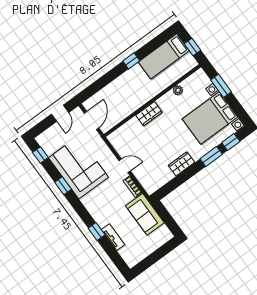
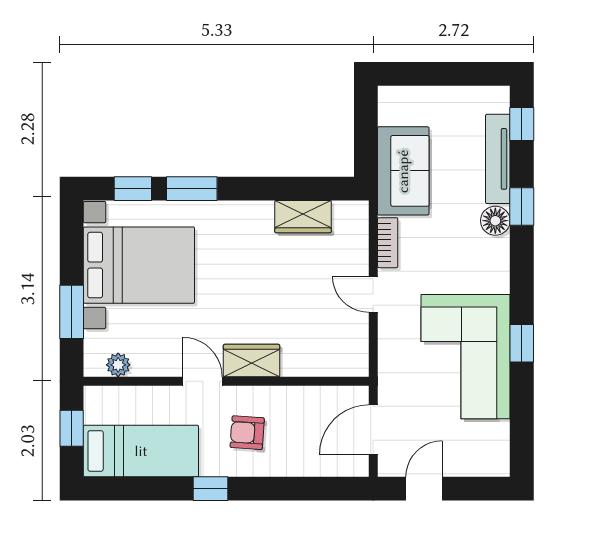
armchair: (133, 89) -> (247, 433), added
plant: (178, 90) -> (118, 365), moved
door: (160, 95) -> (203, 381), added
window: (40, 155) -> (522, 124), moved
wardrobe: (181, 164) -> (303, 217), moved
floor lamp: (102, 220) -> (495, 221), added
tv unit: (113, 237) -> (498, 159), width x1.41

